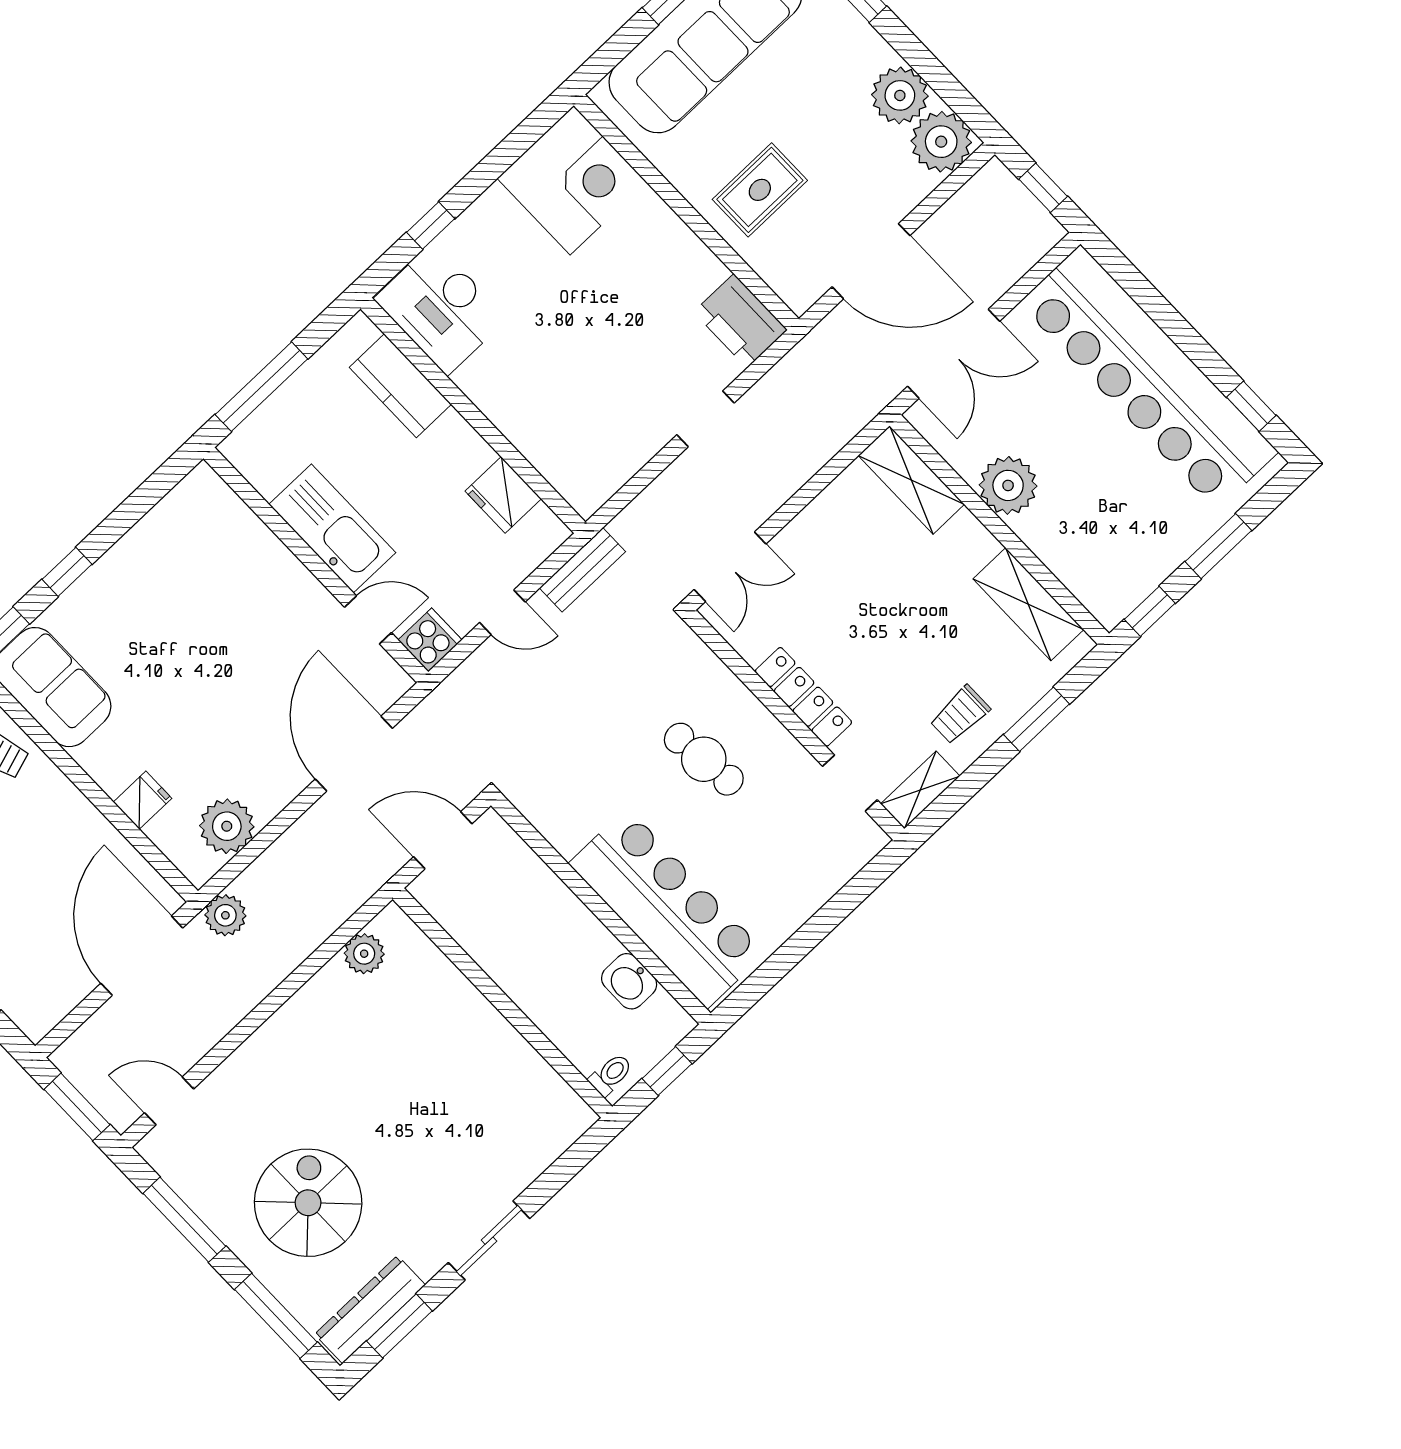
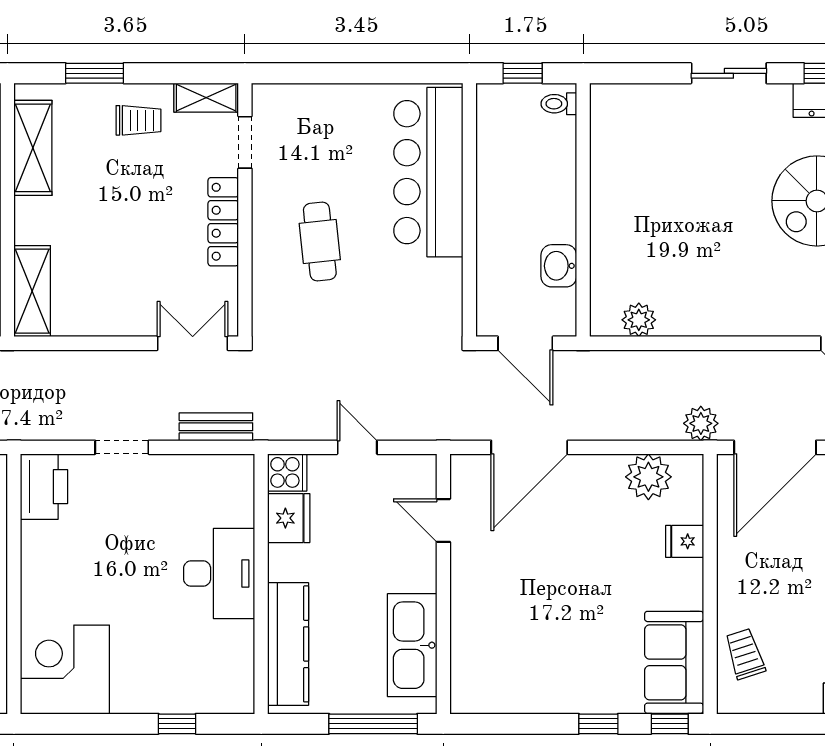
desk: (441, 309) -> (219, 574), moved
kitchen counter: (400, 386) -> (288, 644), width x1.50
kitchen sink: (332, 529) -> (412, 645), moved
bench: (582, 570) -> (216, 427), moved
cooker: (430, 640) -> (287, 472), moved, turned 180
washbasin: (629, 981) -> (559, 266), moved, turned 180

